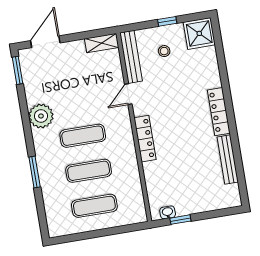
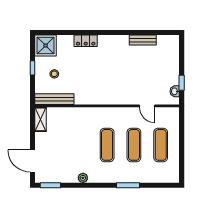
door: (128, 94) -> (147, 106), moved
locker: (219, 112) -> (86, 41), moved, width x0.66
plant: (41, 116) -> (83, 178), width x0.53, depth x0.53
locker: (145, 139) -> (117, 99), removed
bench: (228, 159) -> (143, 40), width x0.73

